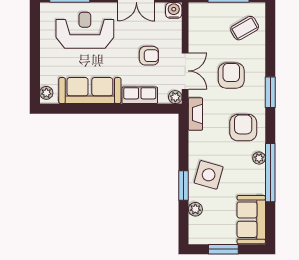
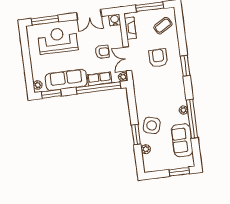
double door: (185, 71) -> (127, 59), swing flipped
window: (65, 109) -> (51, 94), added
window: (137, 109) -> (99, 88), added
fireplace: (195, 114) -> (130, 28), moved
armchair: (243, 128) -> (170, 91), removed
sofa: (251, 220) -> (182, 140), moved
window: (223, 249) -> (179, 172), moved

